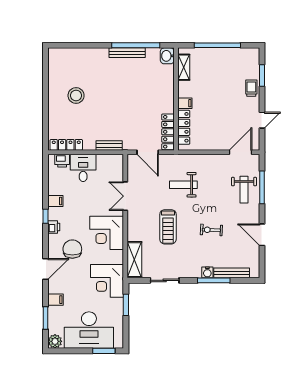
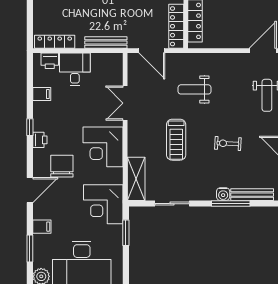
bench: (109, 145) -> (106, 43), width x1.36
filing cabinet: (55, 201) -> (42, 94), moved

